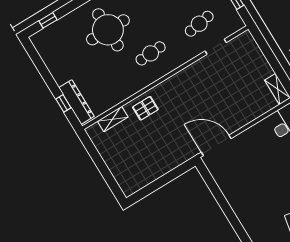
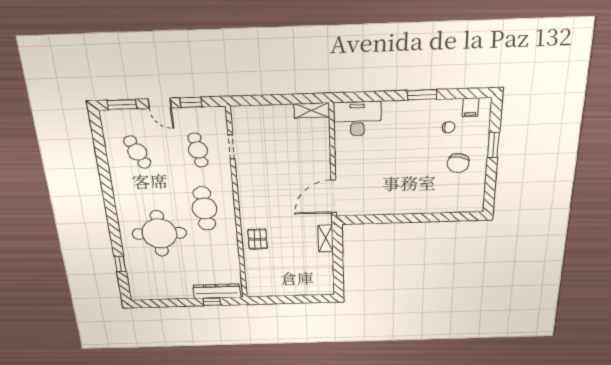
window: (48, 20) -> (120, 264), moved
cafe table: (151, 53) -> (204, 209), width x1.37, depth x1.35
shelving: (113, 119) -> (326, 239), moved

